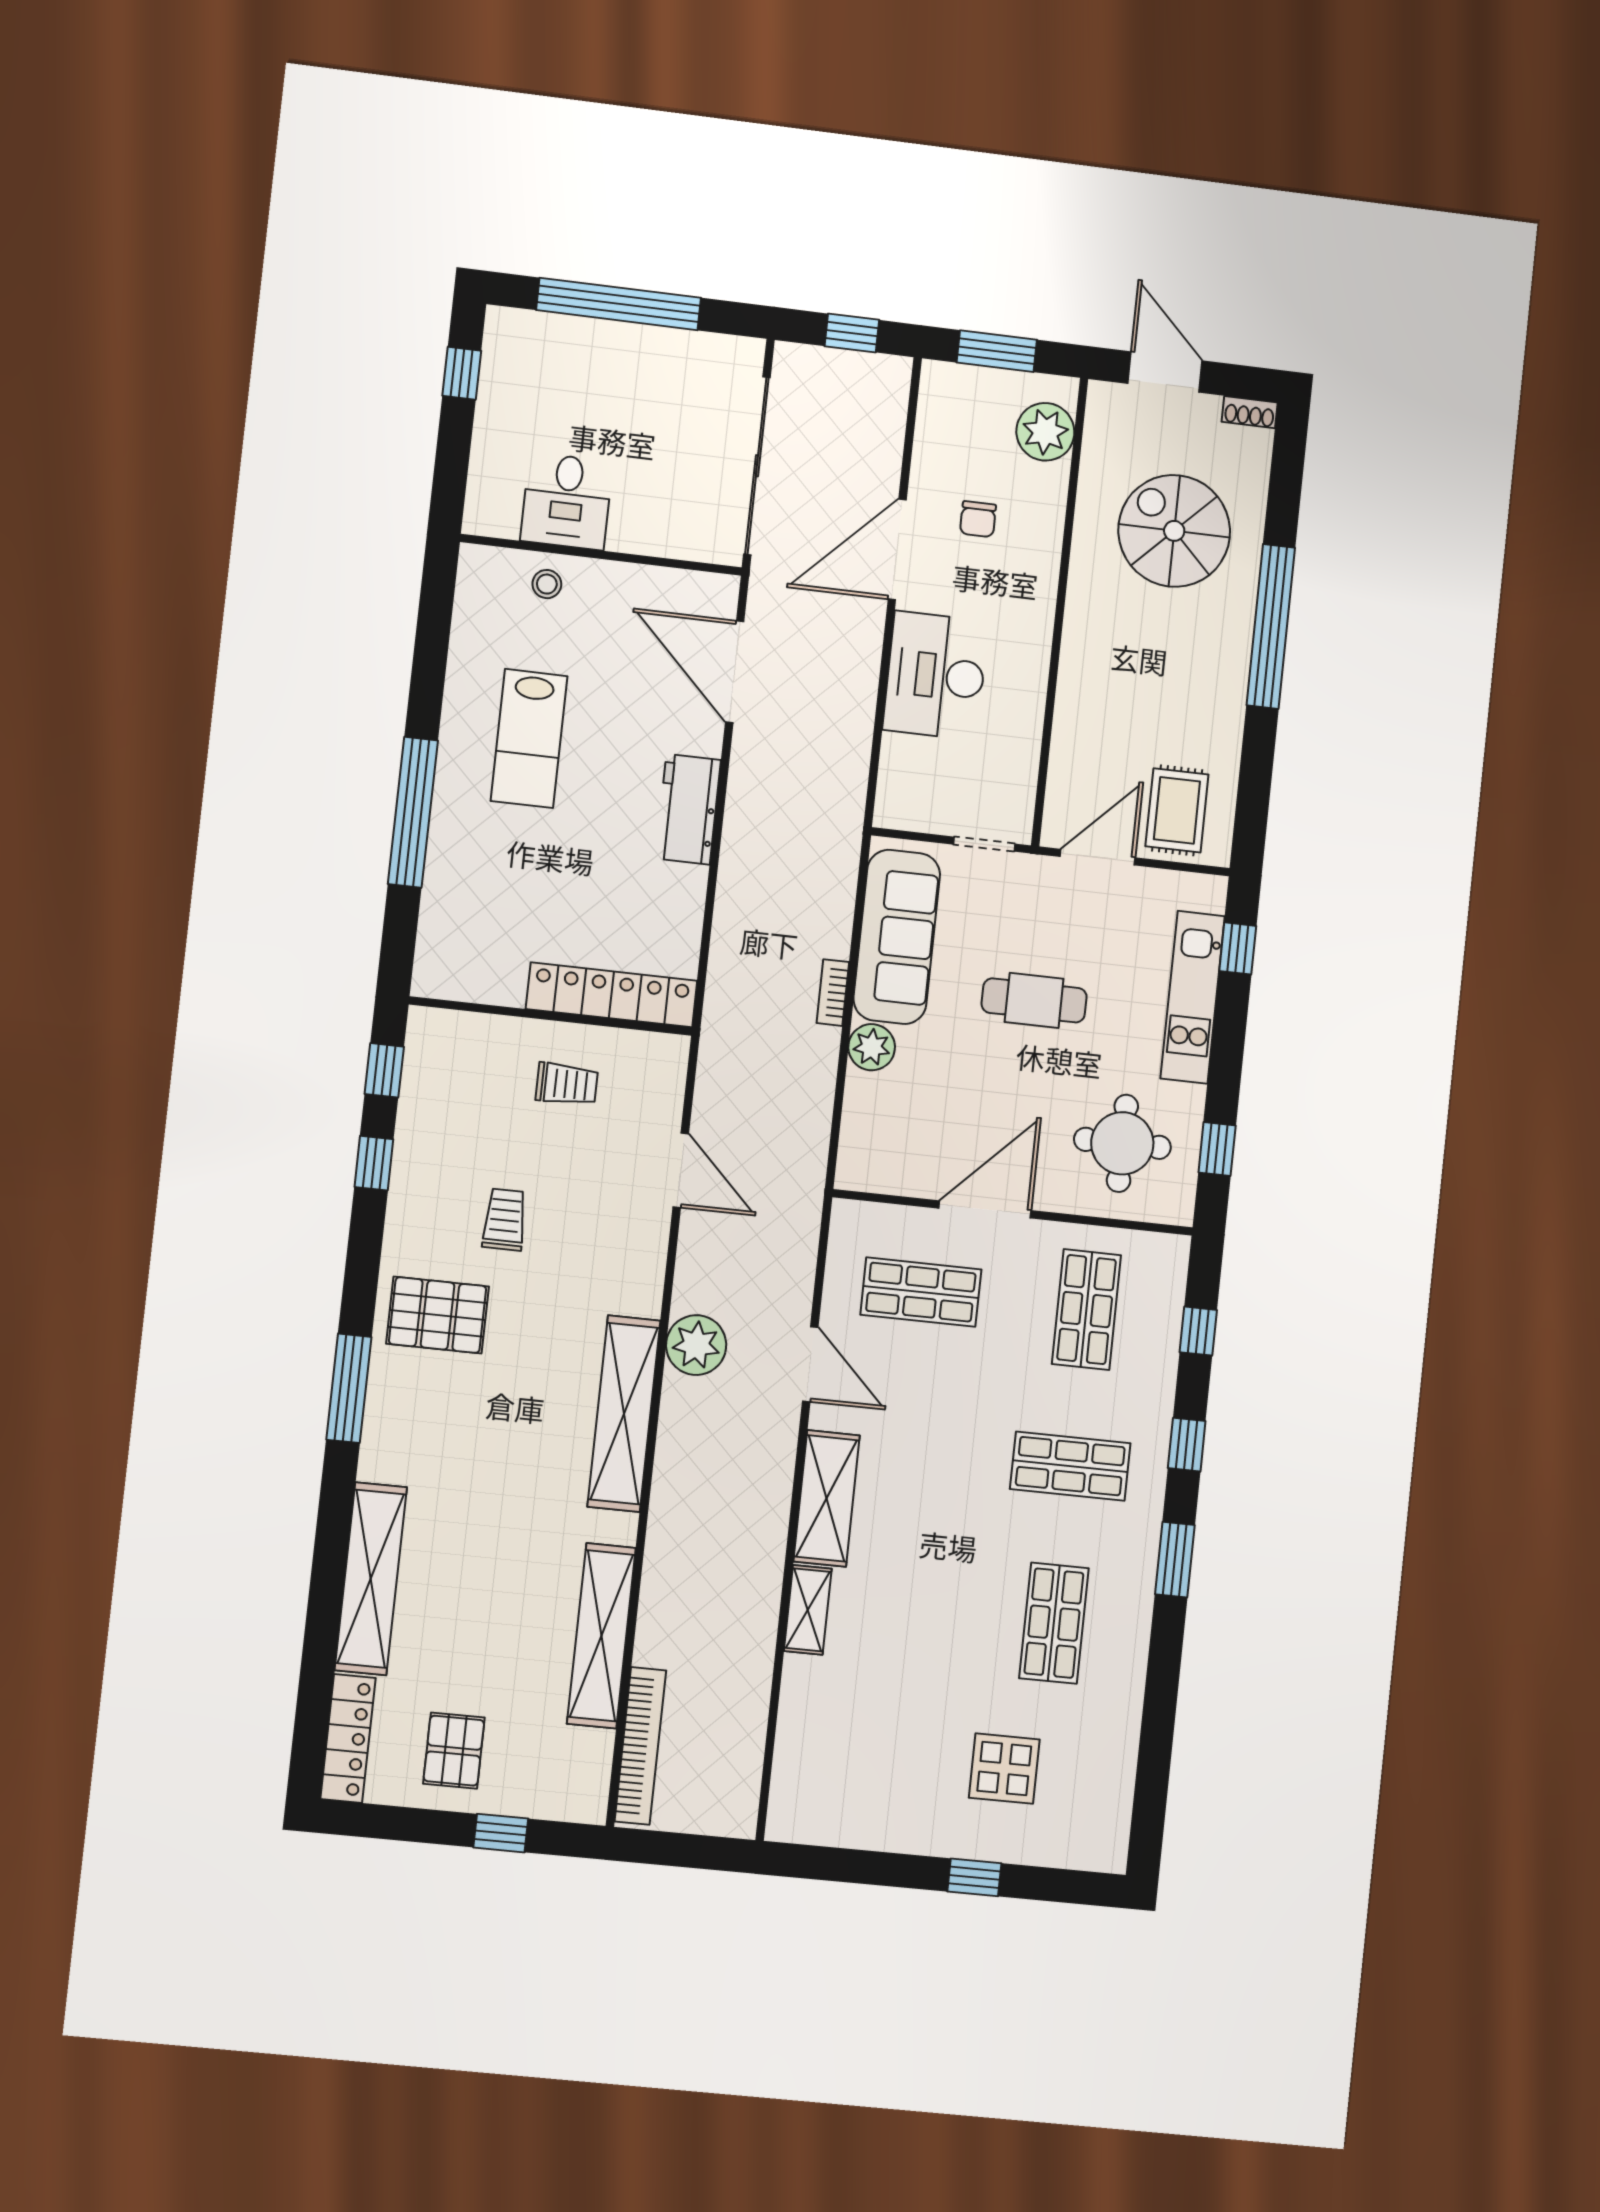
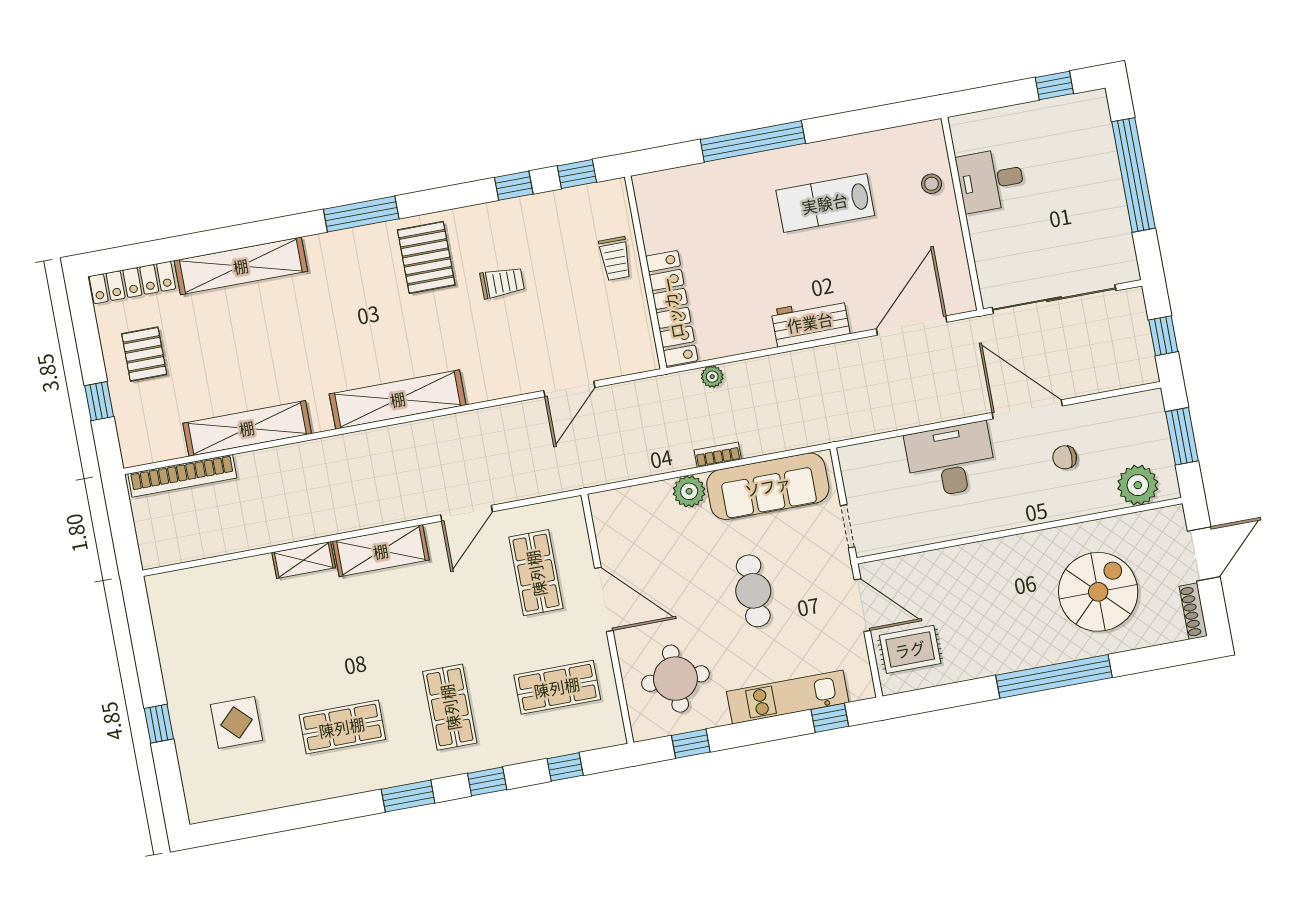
shoe rack: (1250, 412) -> (1193, 611), width x1.43
trolley: (567, 1084) -> (615, 258), moved
plant: (696, 1345) -> (712, 377), moved, width x0.53, depth x0.53
pallet: (454, 1751) -> (144, 354), turned 90

